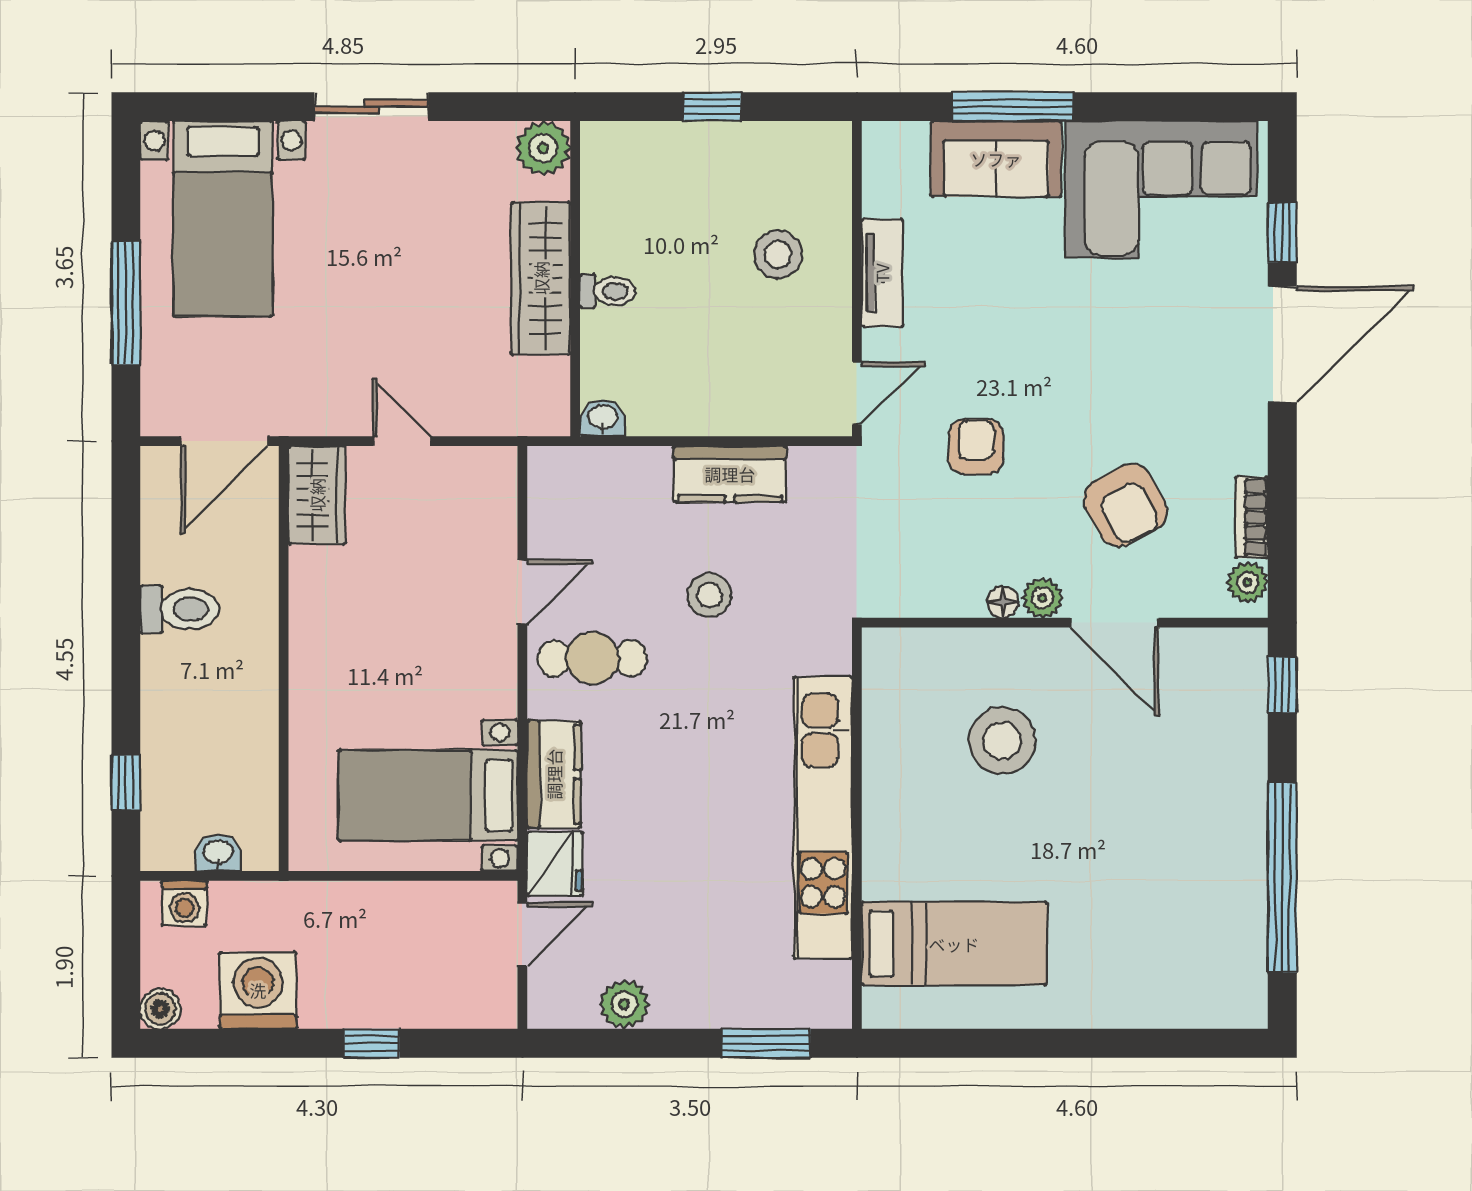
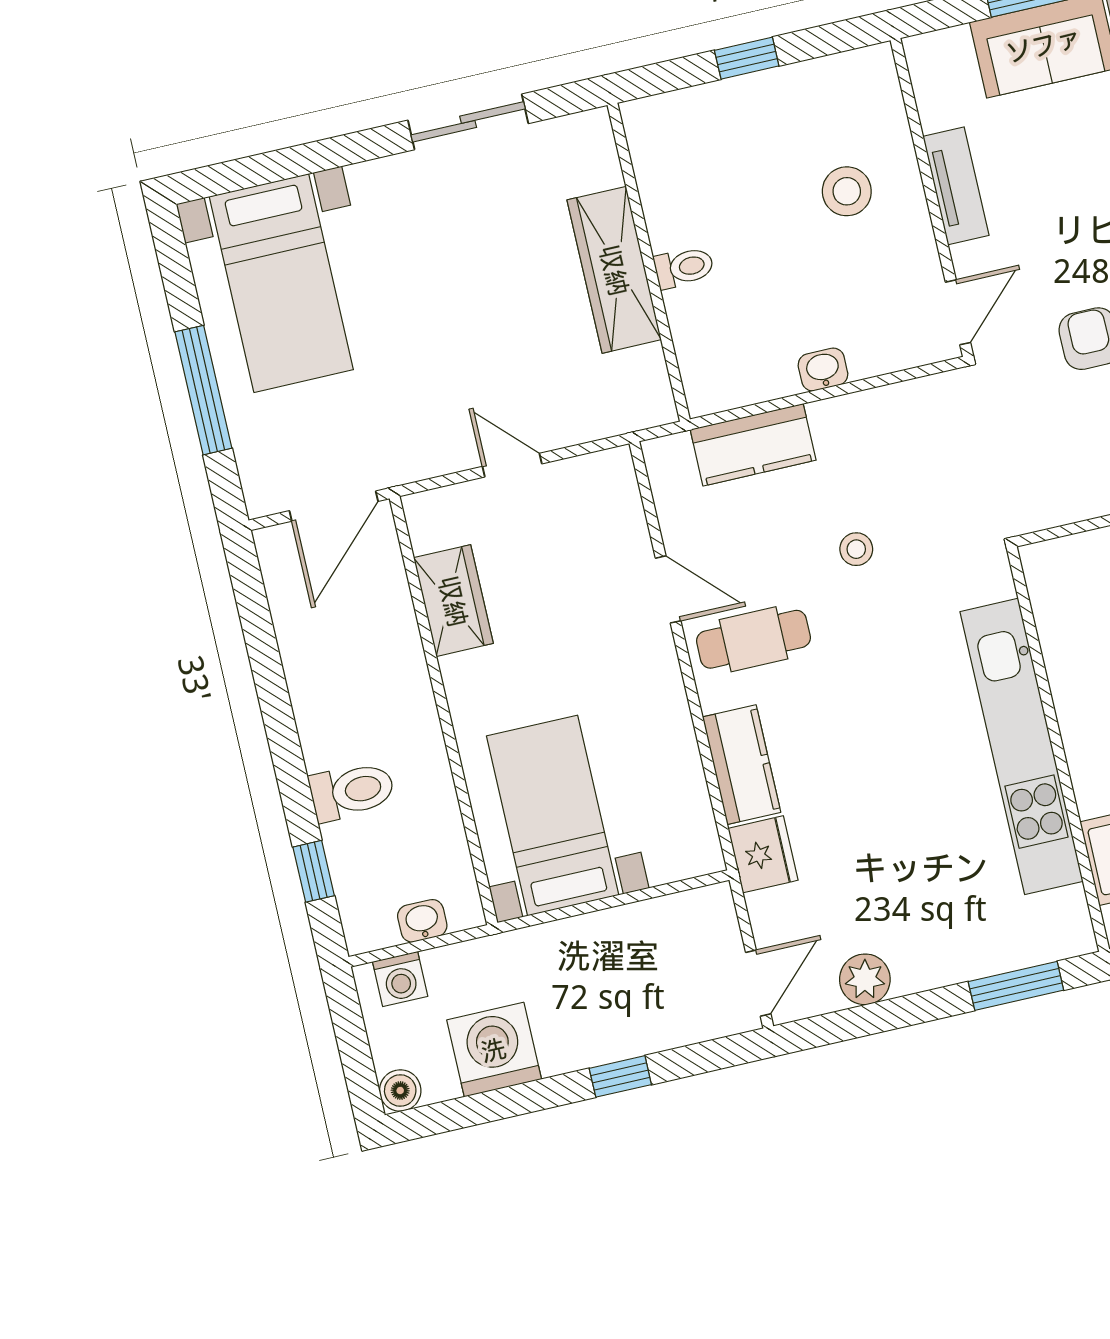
sliding door: (371, 107) -> (468, 122), moved
plant: (543, 148) -> (587, 138), removed
washbasin: (603, 418) -> (823, 370), moved
kitchen counter: (730, 474) -> (753, 445), moved
wardrobe: (317, 495) -> (453, 601), moved
door: (522, 593) -> (668, 589), hinge flipped
stool: (709, 595) -> (856, 549), width x0.73, depth x0.73
toilet: (180, 609) -> (352, 791), moved
bed with nightstands: (428, 795) -> (553, 816), moved, turned 90
door: (522, 934) -> (758, 983), moved

